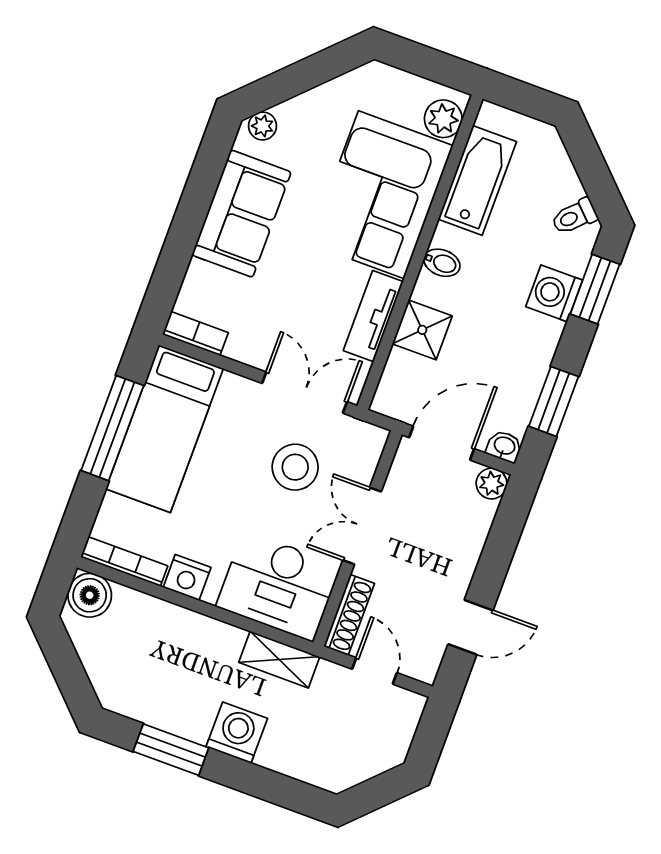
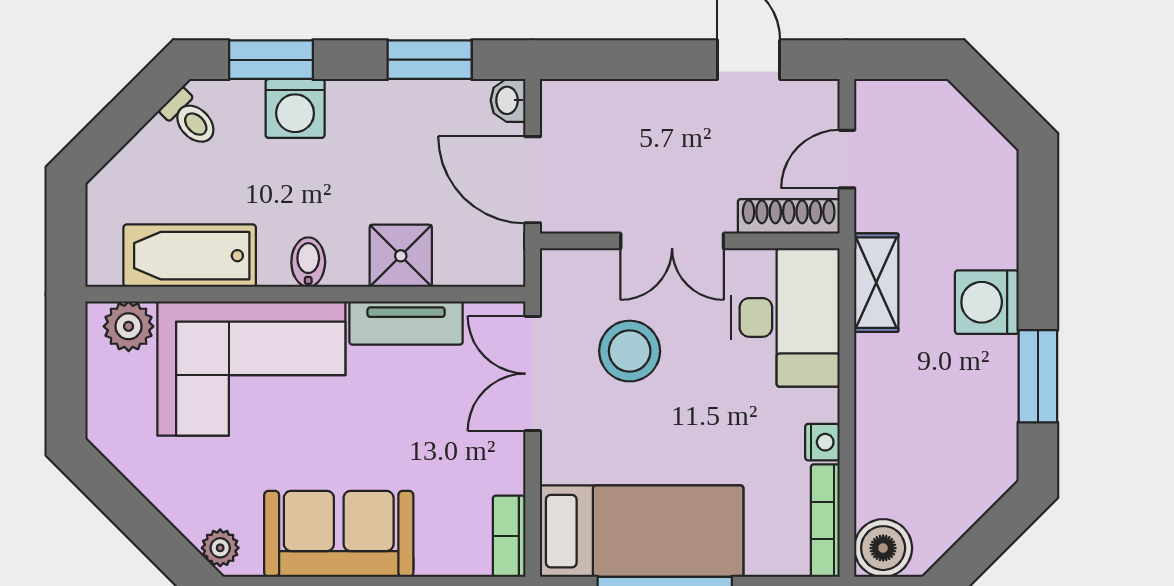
plant: (492, 484) -> (560, 99), removed
nightstand: (187, 577) -> (822, 442), width x0.72, depth x0.74

